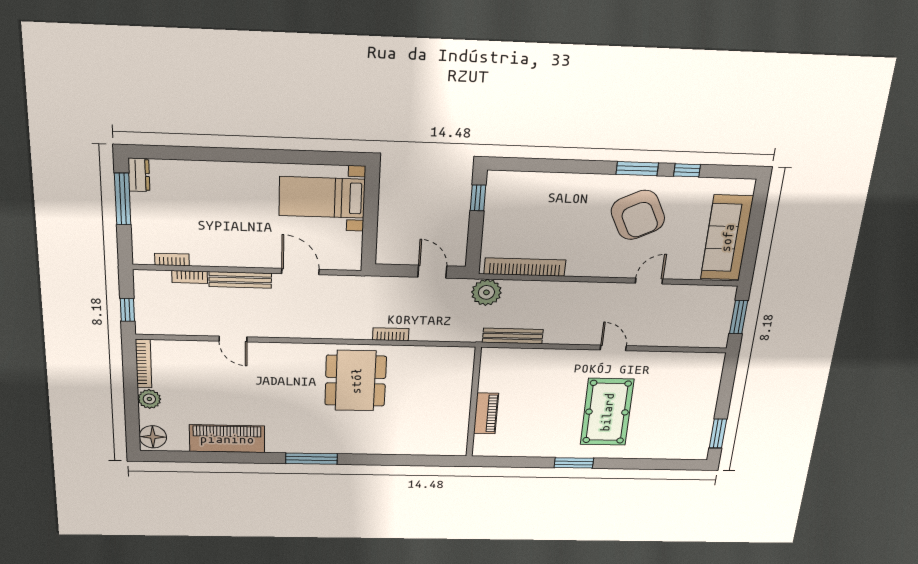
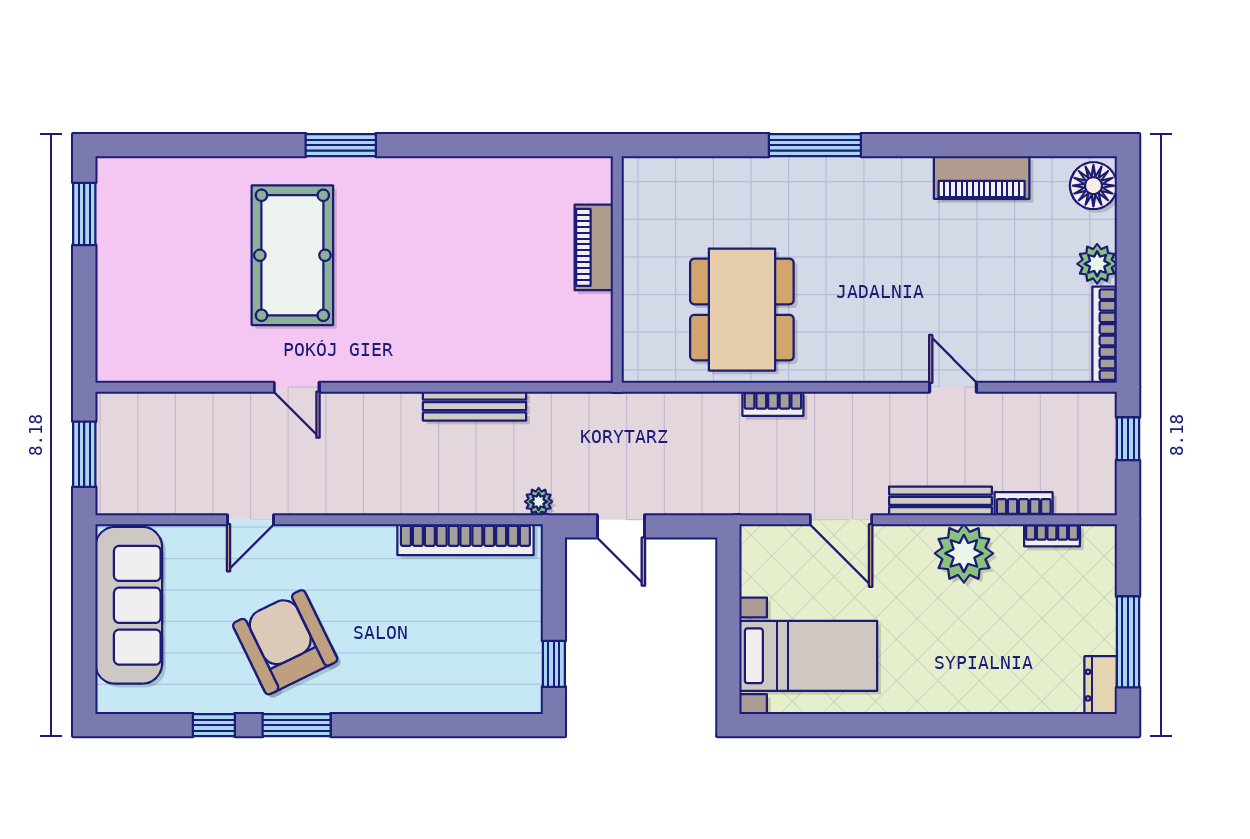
plant: (226, 251) -> (964, 553), added
plant: (486, 292) -> (539, 502), width x0.53, depth x0.53
bookcase: (391, 334) -> (773, 404), moved
wall: (474, 403) -> (617, 269), moved
piano: (486, 413) -> (594, 247), moved
piano: (227, 439) -> (982, 177), width x0.73, depth x0.75

